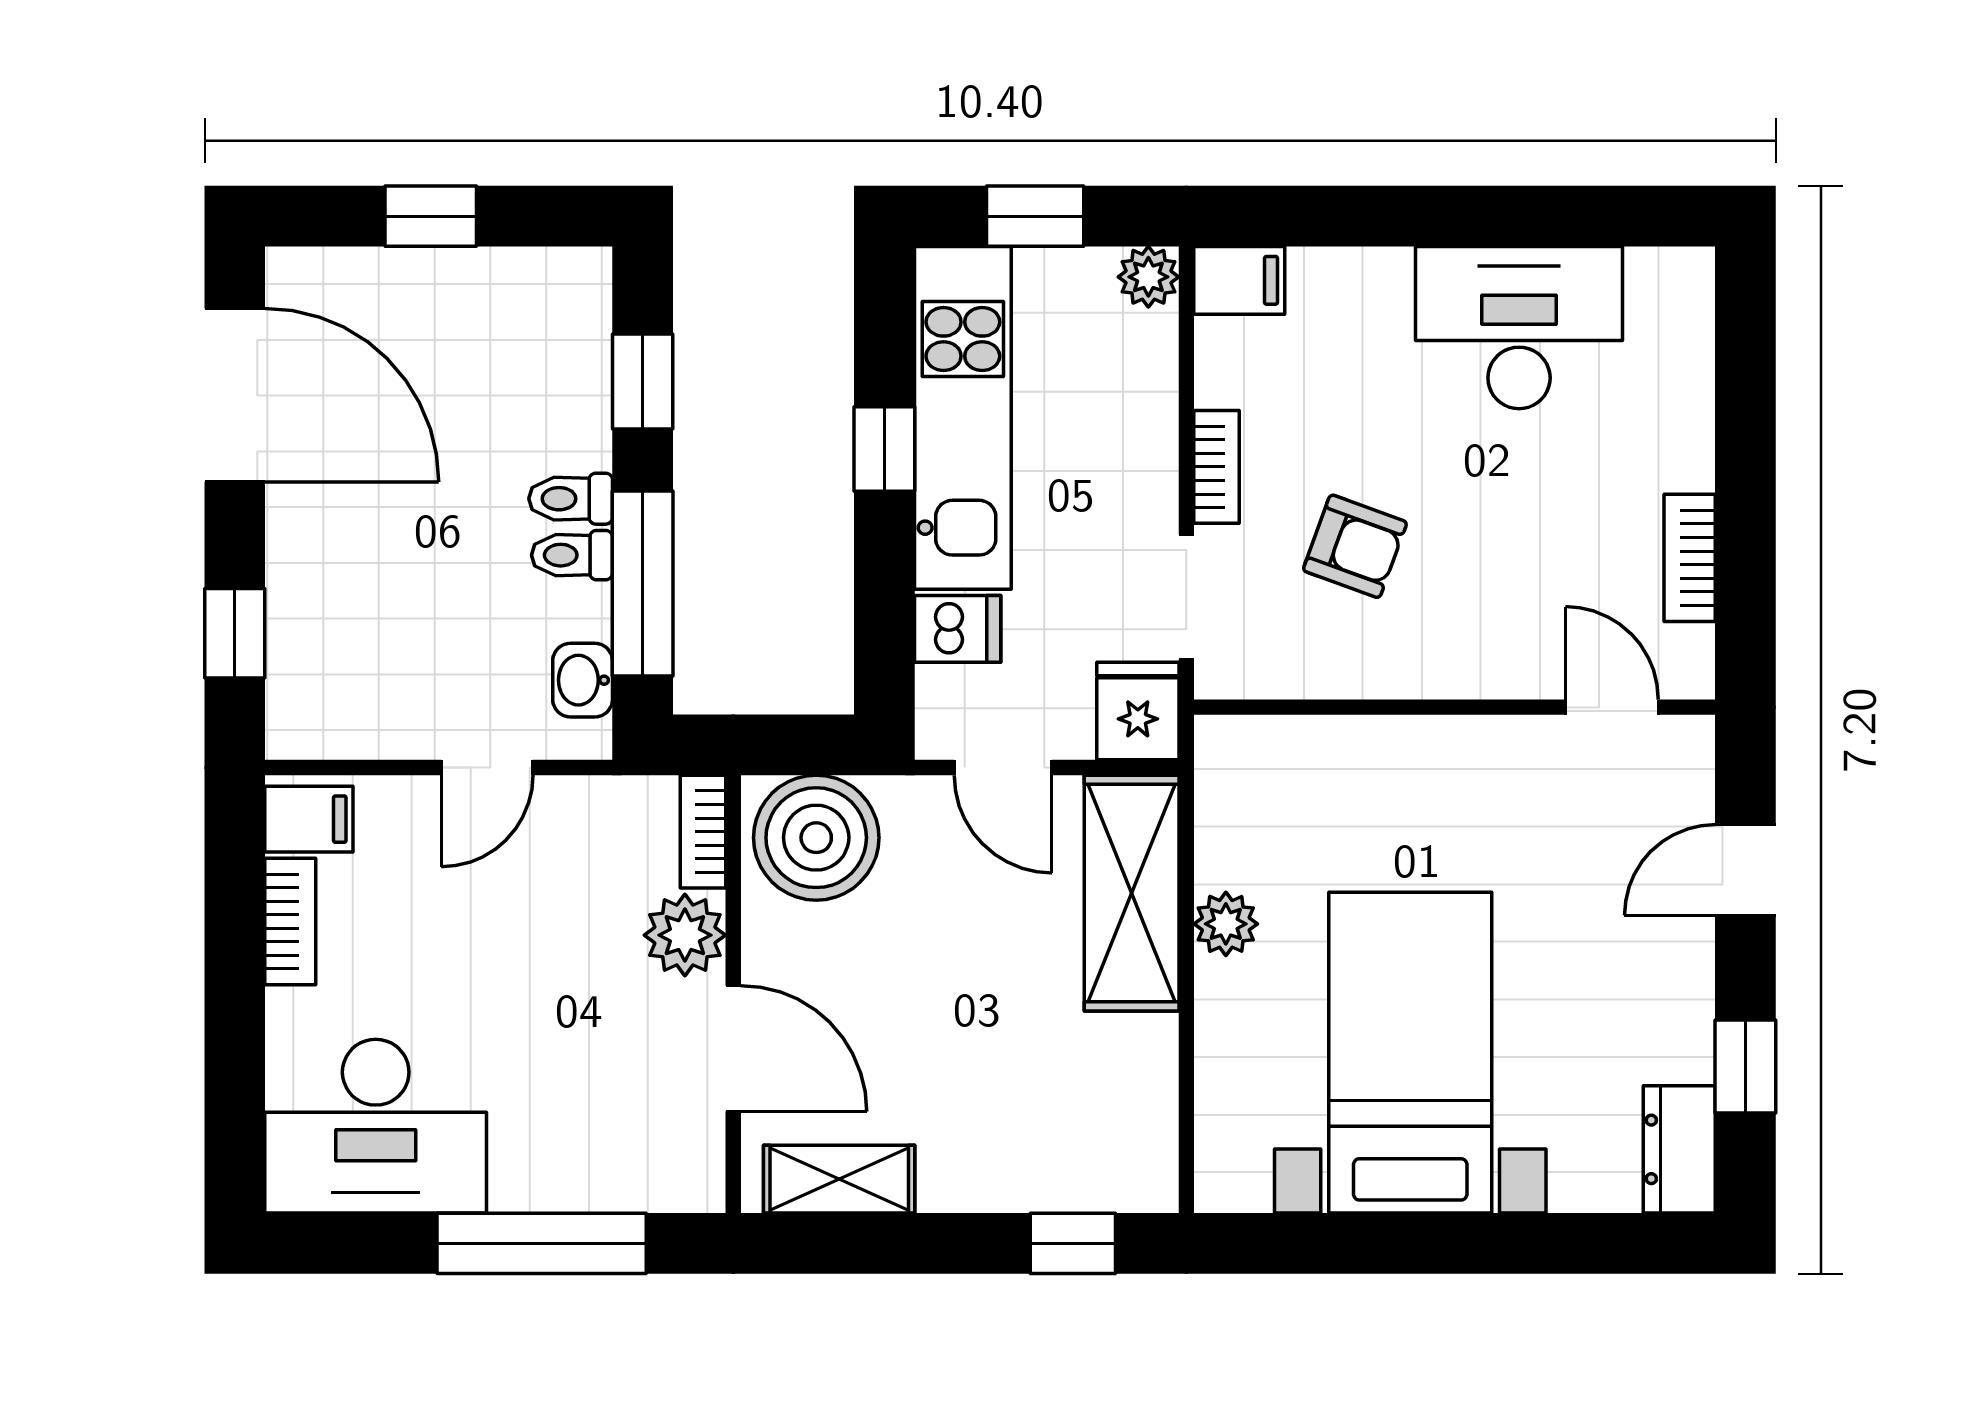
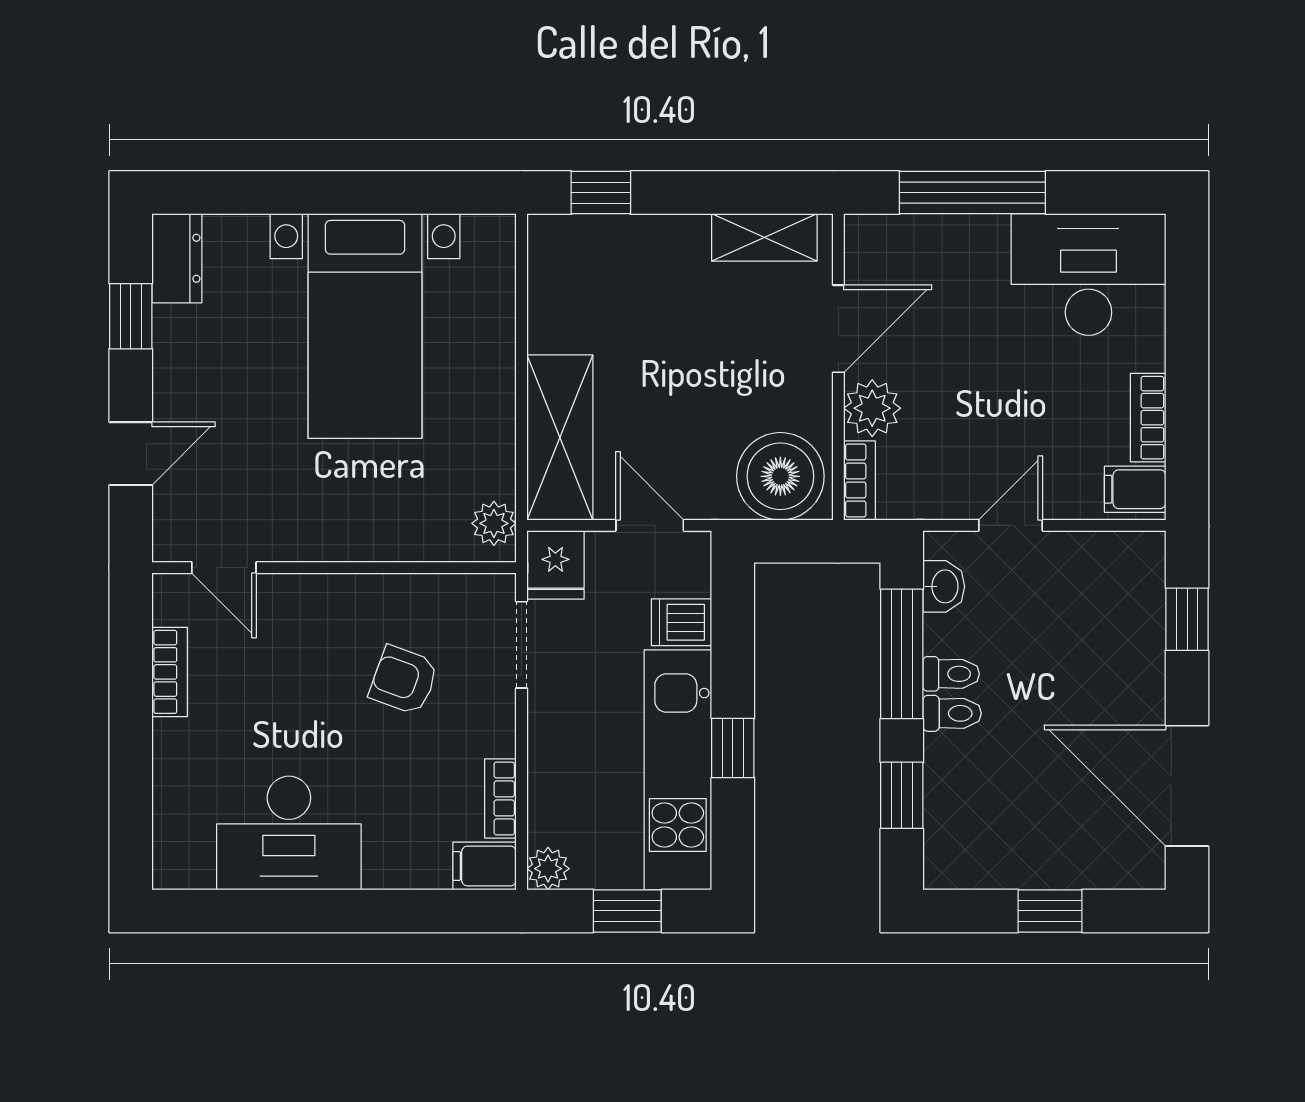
bookcase: (1217, 467) -> (500, 798), moved
plant: (1226, 924) -> (494, 523), moved
door: (733, 1048) -> (838, 329), swing flipped

